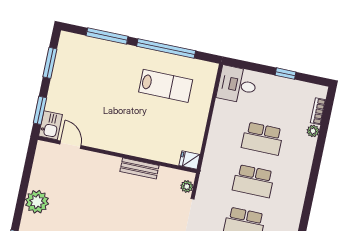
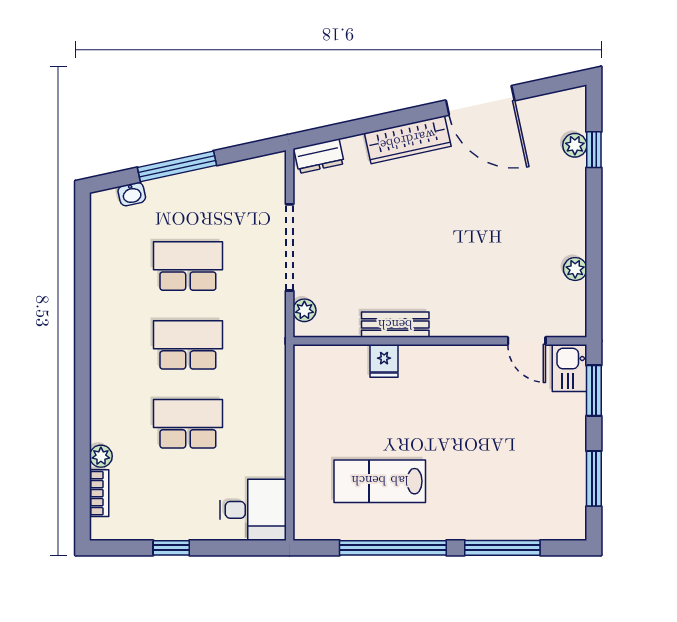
fridge: (189, 160) -> (384, 361), moved, turned 90
plant: (37, 202) -> (575, 269), moved, width x0.53, depth x0.53

